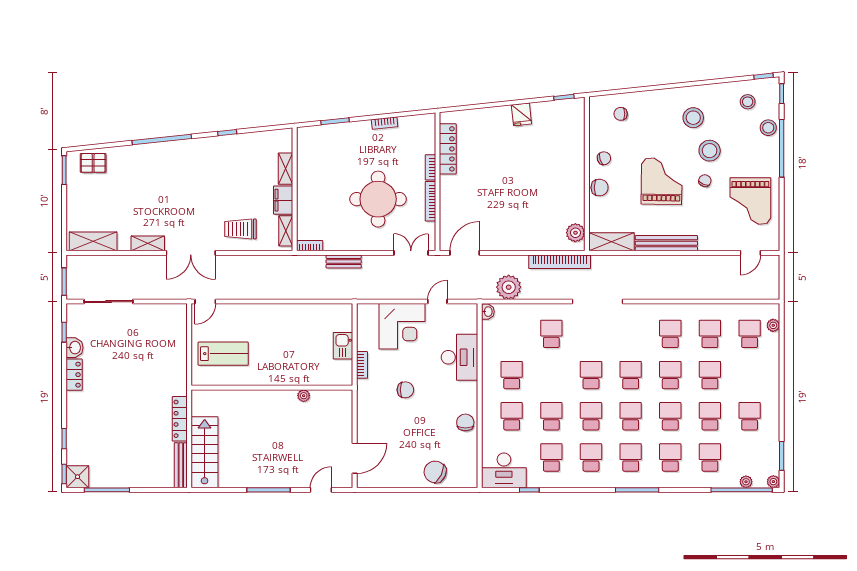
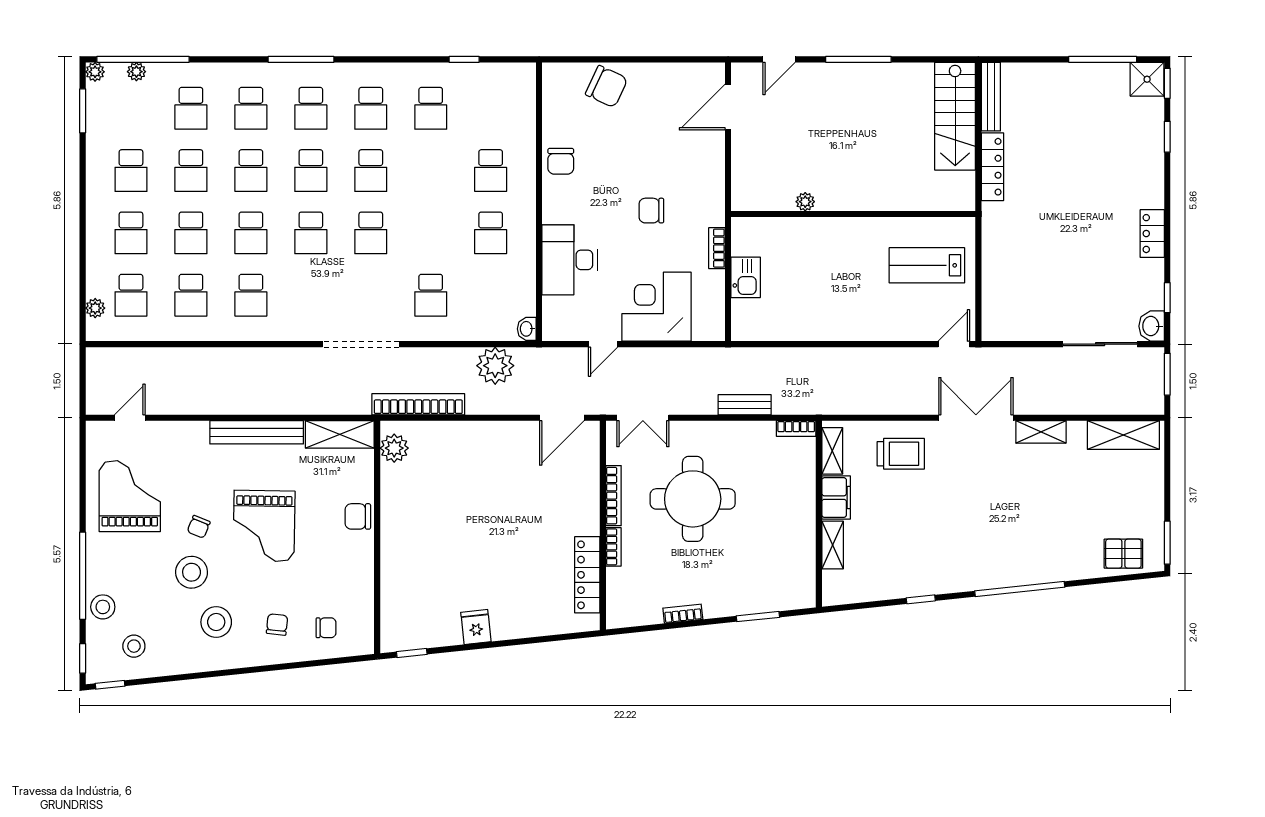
chair: (604, 158) -> (277, 625), moved, turned 113
washbasin: (75, 348) -> (1152, 326), moved
school desk: (551, 416) -> (131, 233), moved
desk: (504, 470) -> (502, 89), removed

